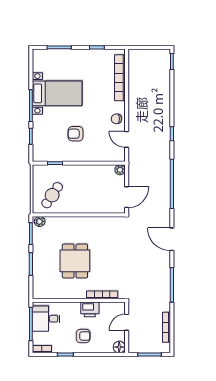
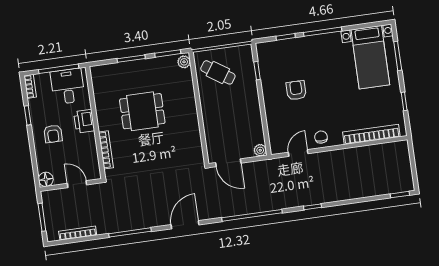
bed with nightstands: (57, 93) -> (370, 57), moved
printer: (90, 309) -> (84, 121), moved

